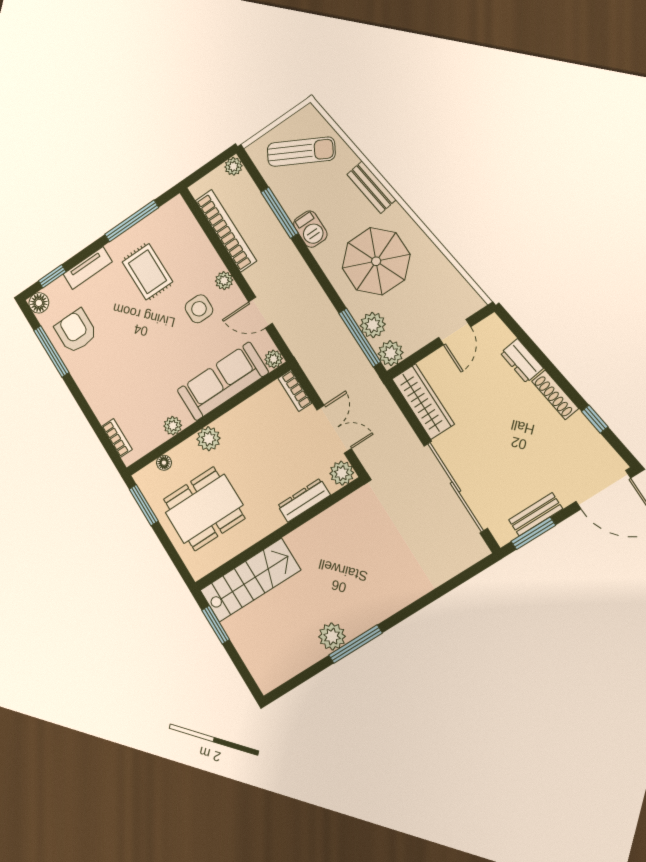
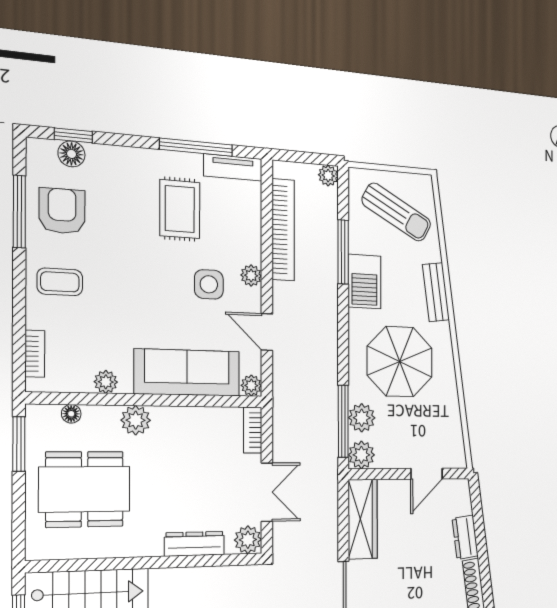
barbecue: (310, 229) -> (364, 281), width x1.38, depth x1.27
tv unit: (88, 268) -> (233, 167), moved
floor lamp: (39, 303) -> (72, 154), moved
coffee table: (103, 379) -> (60, 282), added

